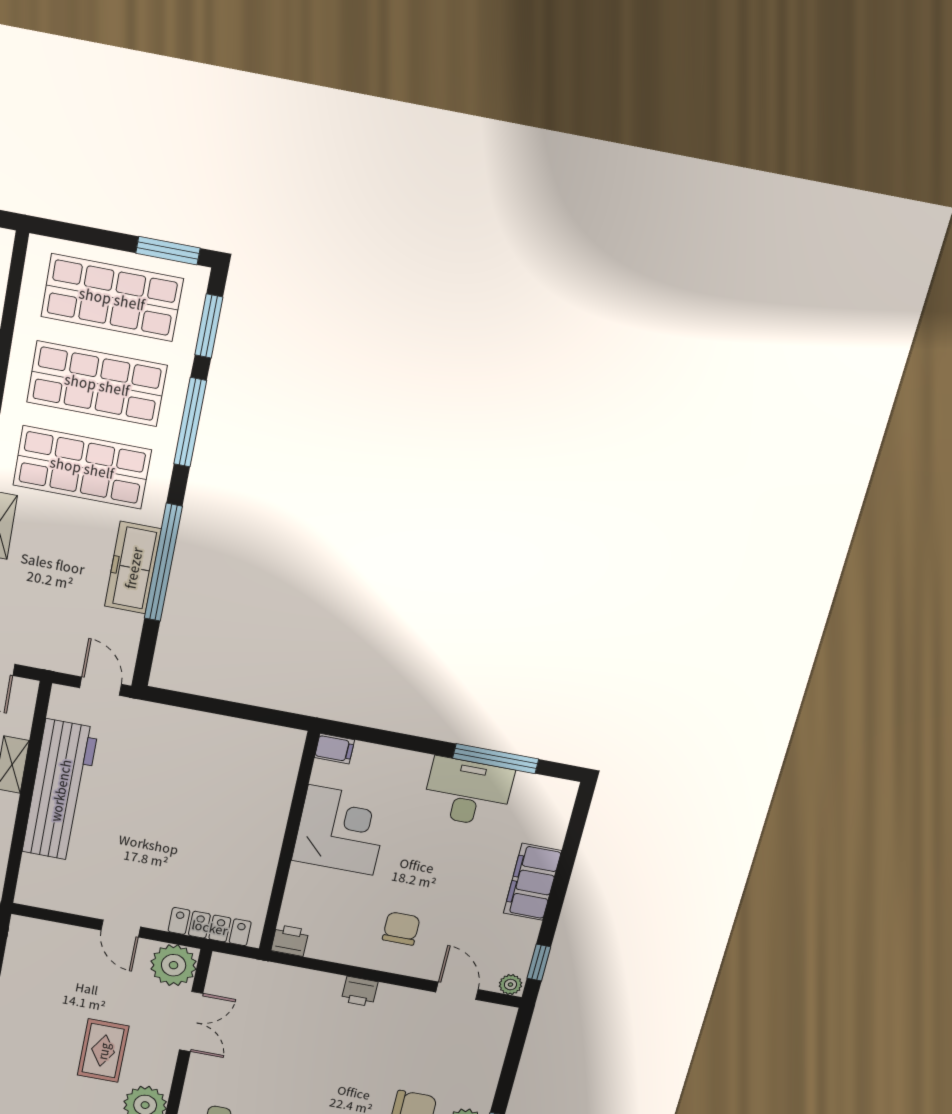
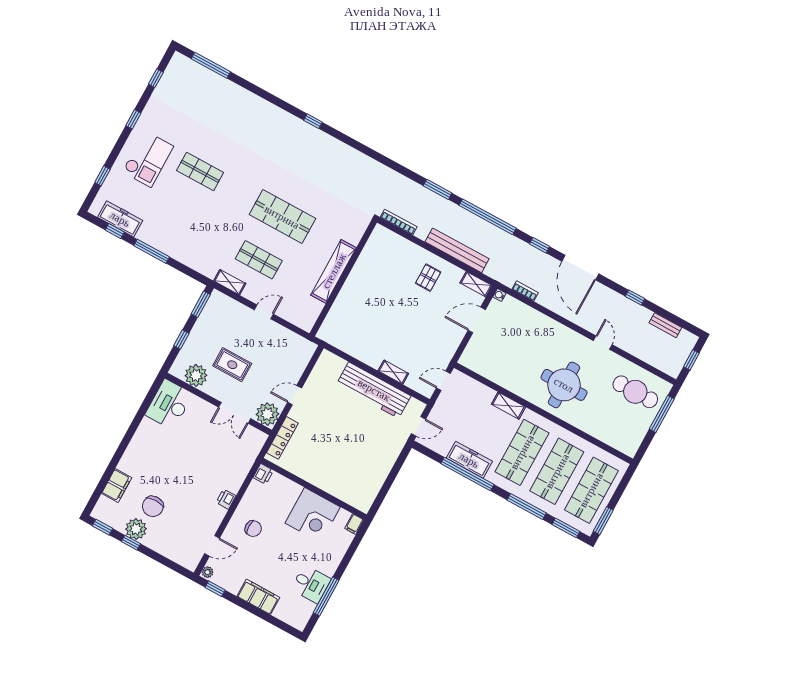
desk: (468, 792) -> (311, 584), width x0.73

